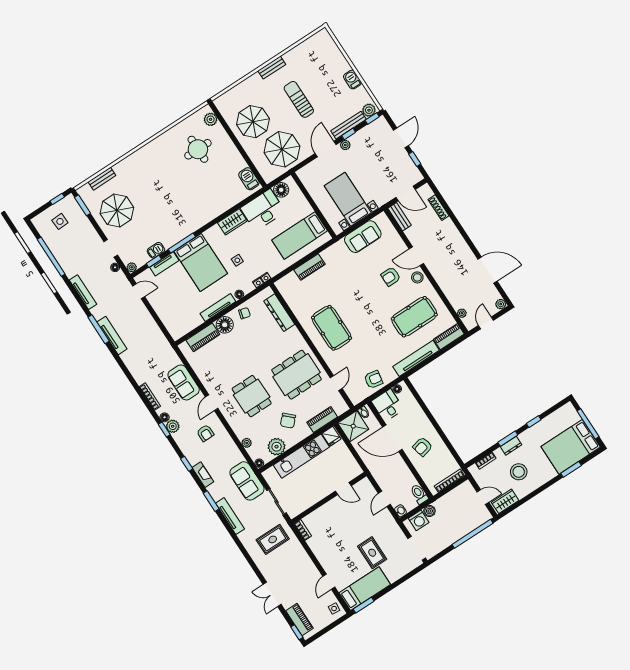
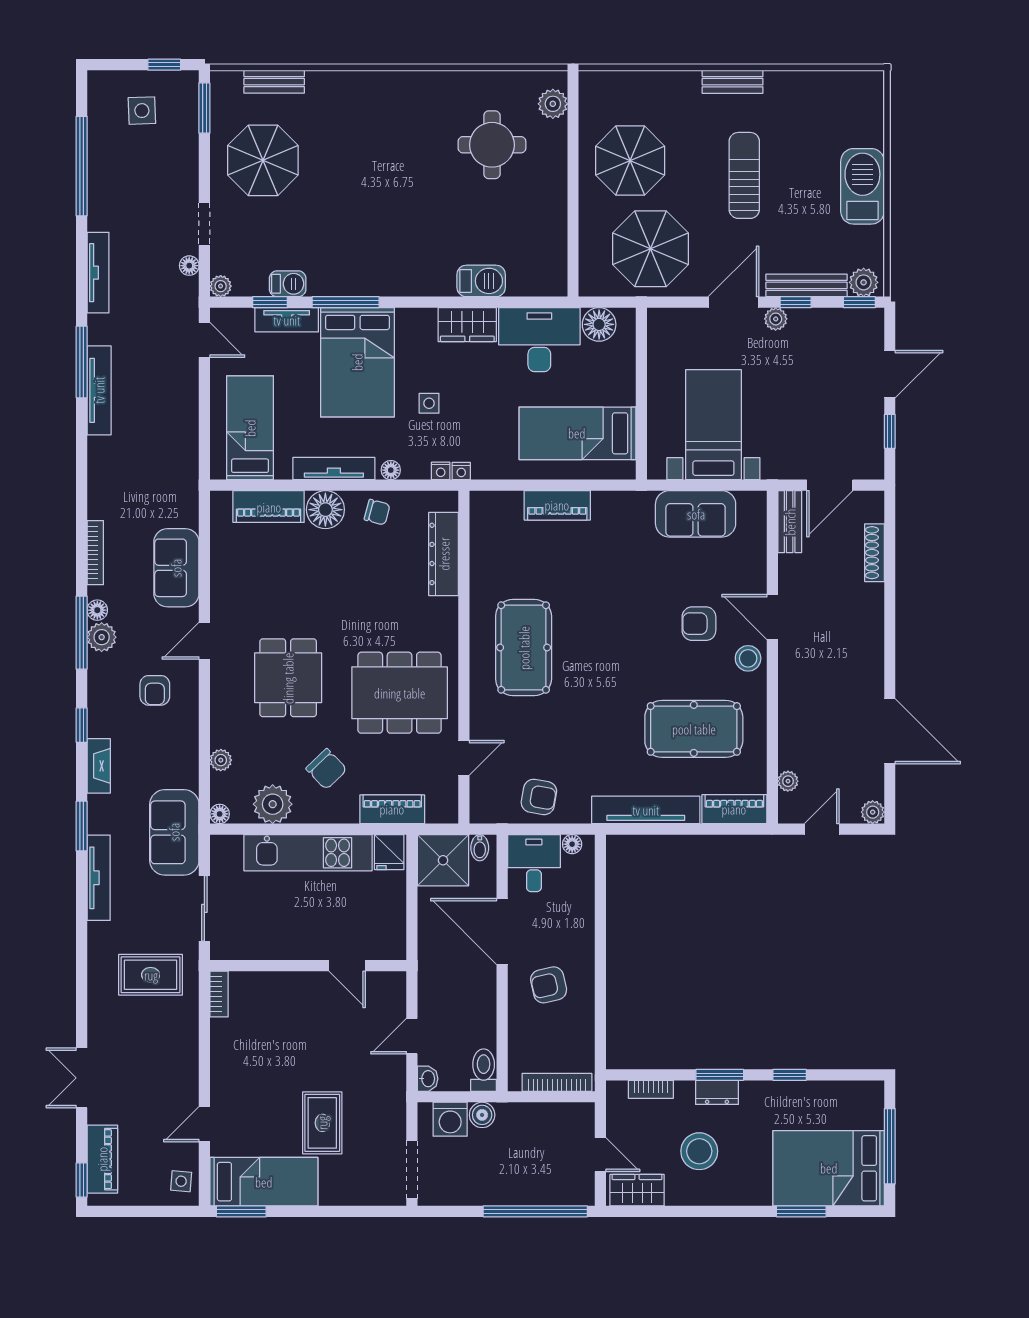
barbecue: (352, 80) -> (862, 186), width x1.88, depth x1.53
barbecue: (249, 179) -> (481, 281), moved, turned 90
door: (406, 193) -> (830, 485), hinge flipped
bed: (177, 313) -> (250, 428), added
chair: (288, 421) -> (326, 769), turned -88
window: (164, 429) -> (82, 633), width x2.17

